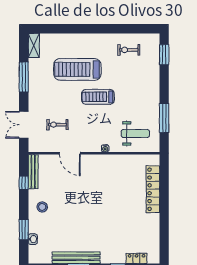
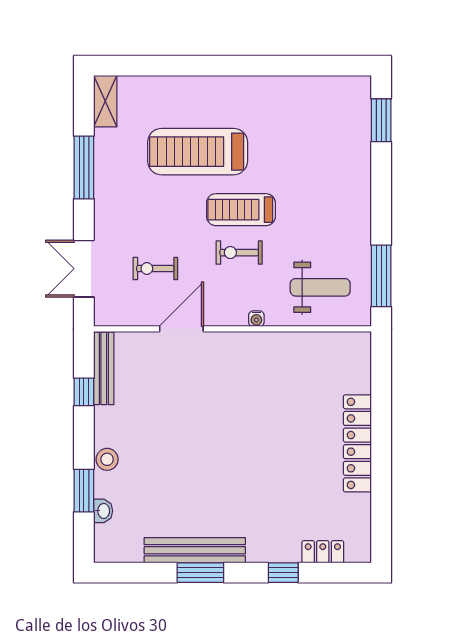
exercise bike: (129, 50) -> (239, 253), moved
window: (164, 118) -> (381, 276), moved
door: (70, 153) -> (181, 329), swing flipped
locker: (153, 189) -> (357, 443), moved
stool: (42, 207) -> (107, 459), moved

